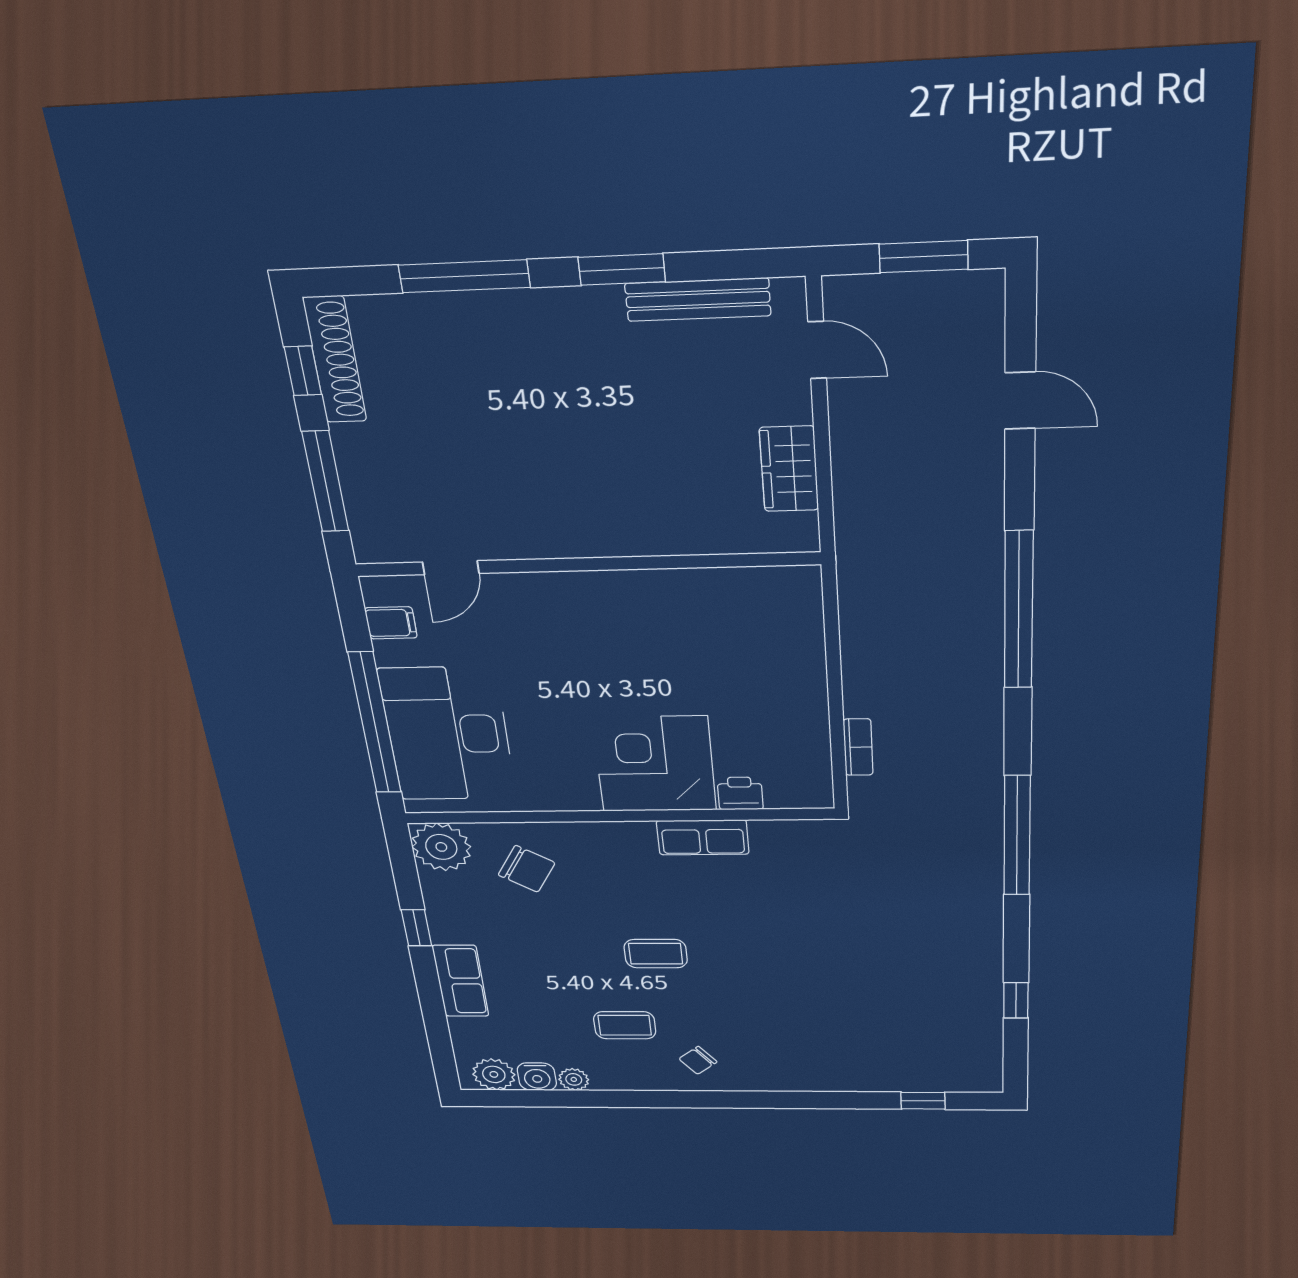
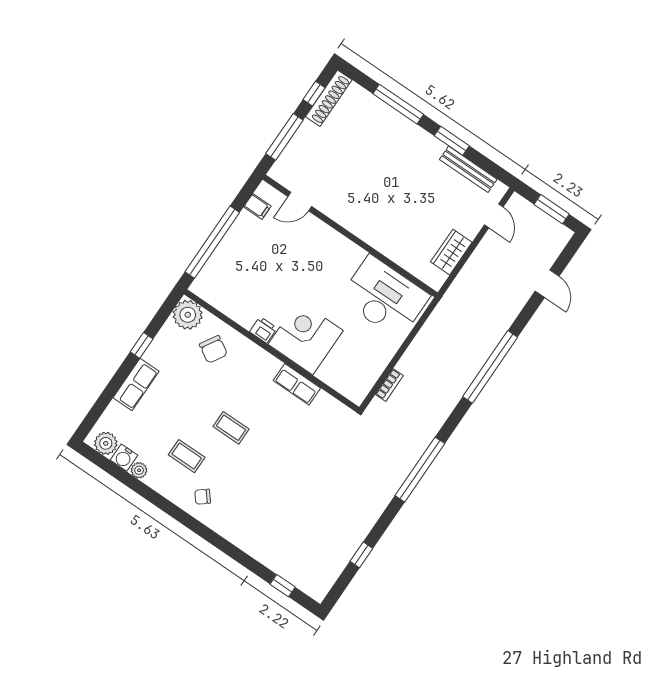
desk: (448, 734) -> (385, 297), moved, turned 90
printer: (740, 794) -> (263, 330), moved

